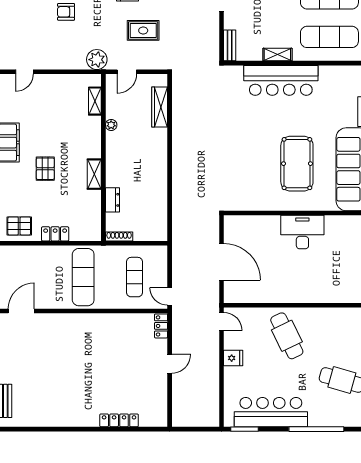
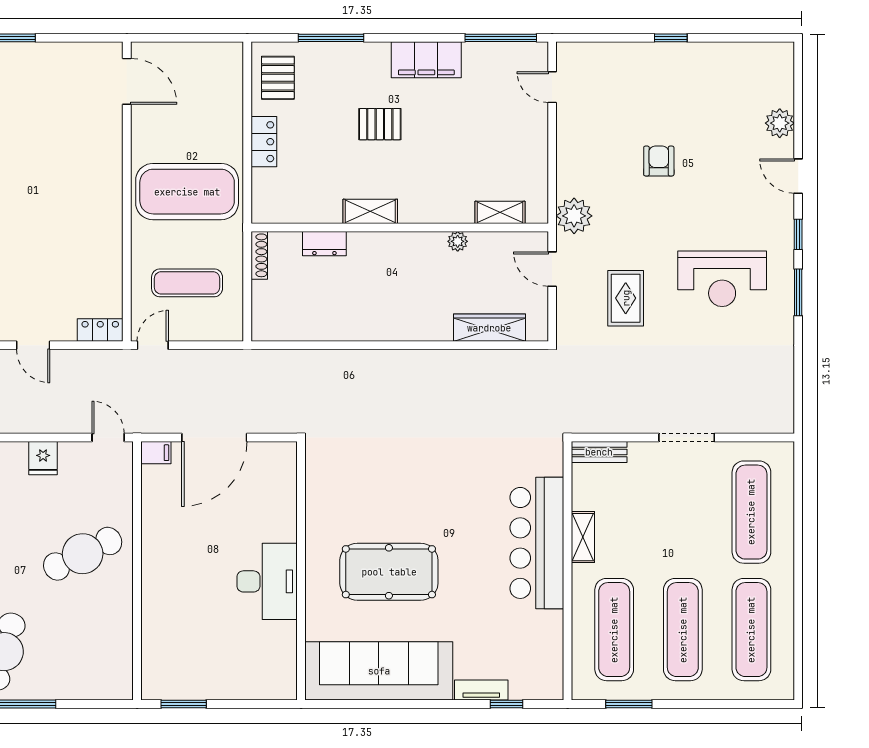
exercise mat: (83, 277) -> (187, 192), width x1.47
filing cabinet: (230, 295) -> (156, 453), added
door: (222, 321) -> (108, 438), swing flipped

